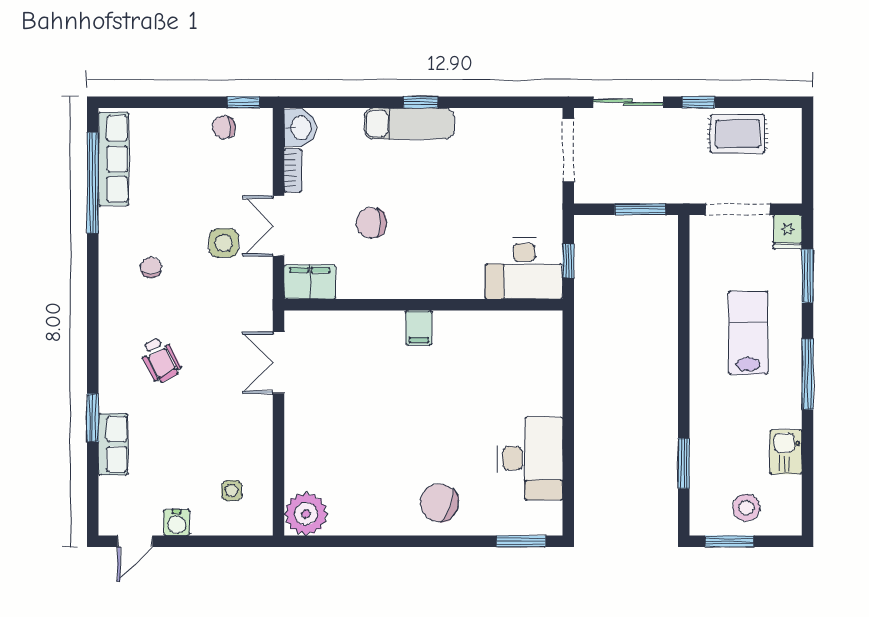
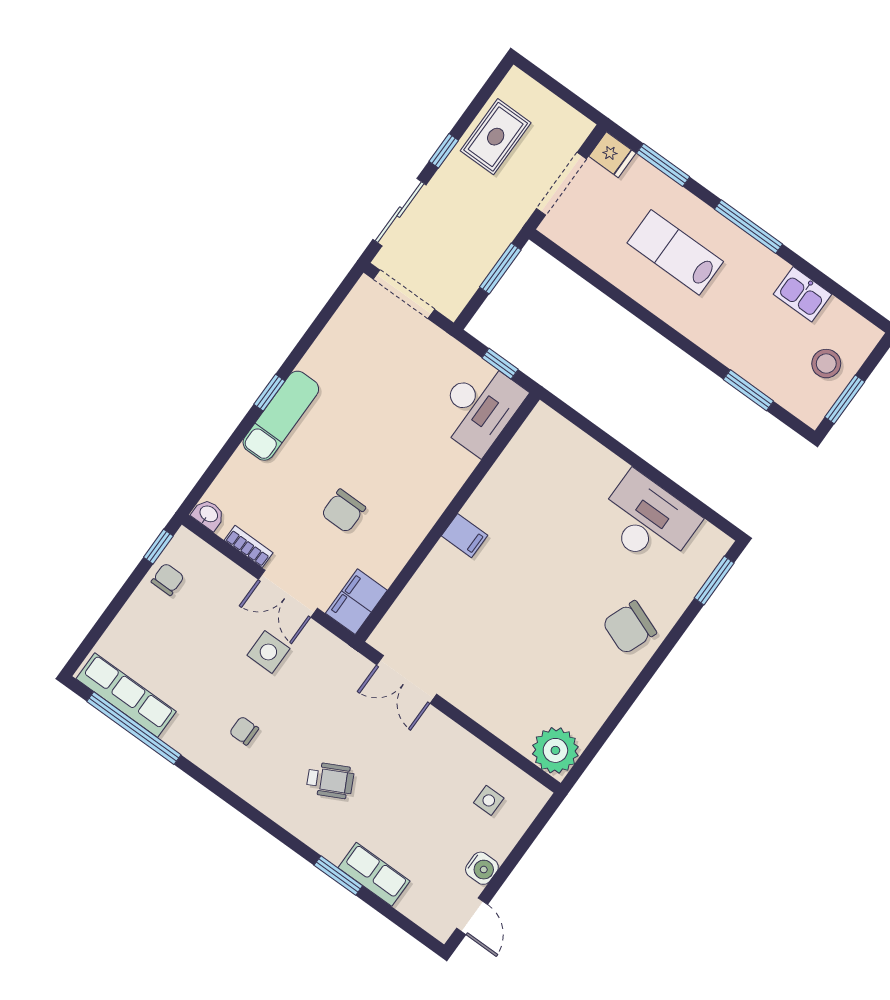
chair: (224, 127) -> (168, 579), turned 180
washbasin: (300, 128) -> (208, 514), width x0.72, depth x0.69

